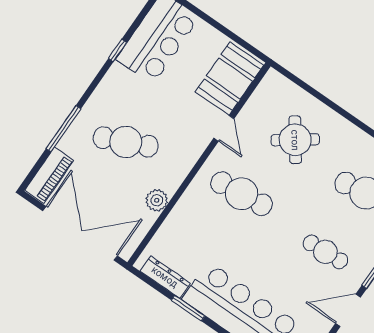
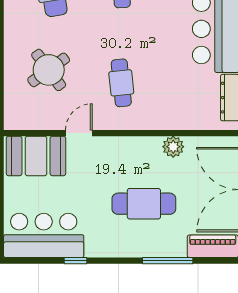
cafe table: (126, 142) -> (144, 204), turned -66
cafe table: (242, 194) -> (121, 83), width x0.73, depth x0.74

